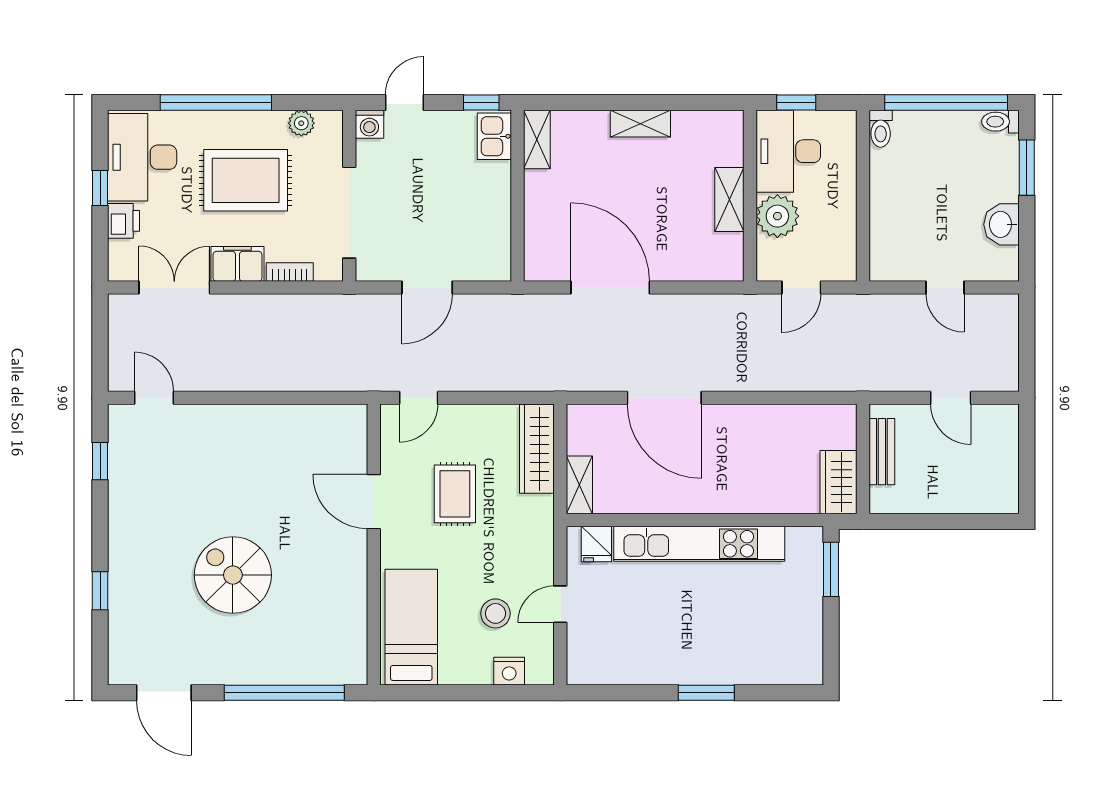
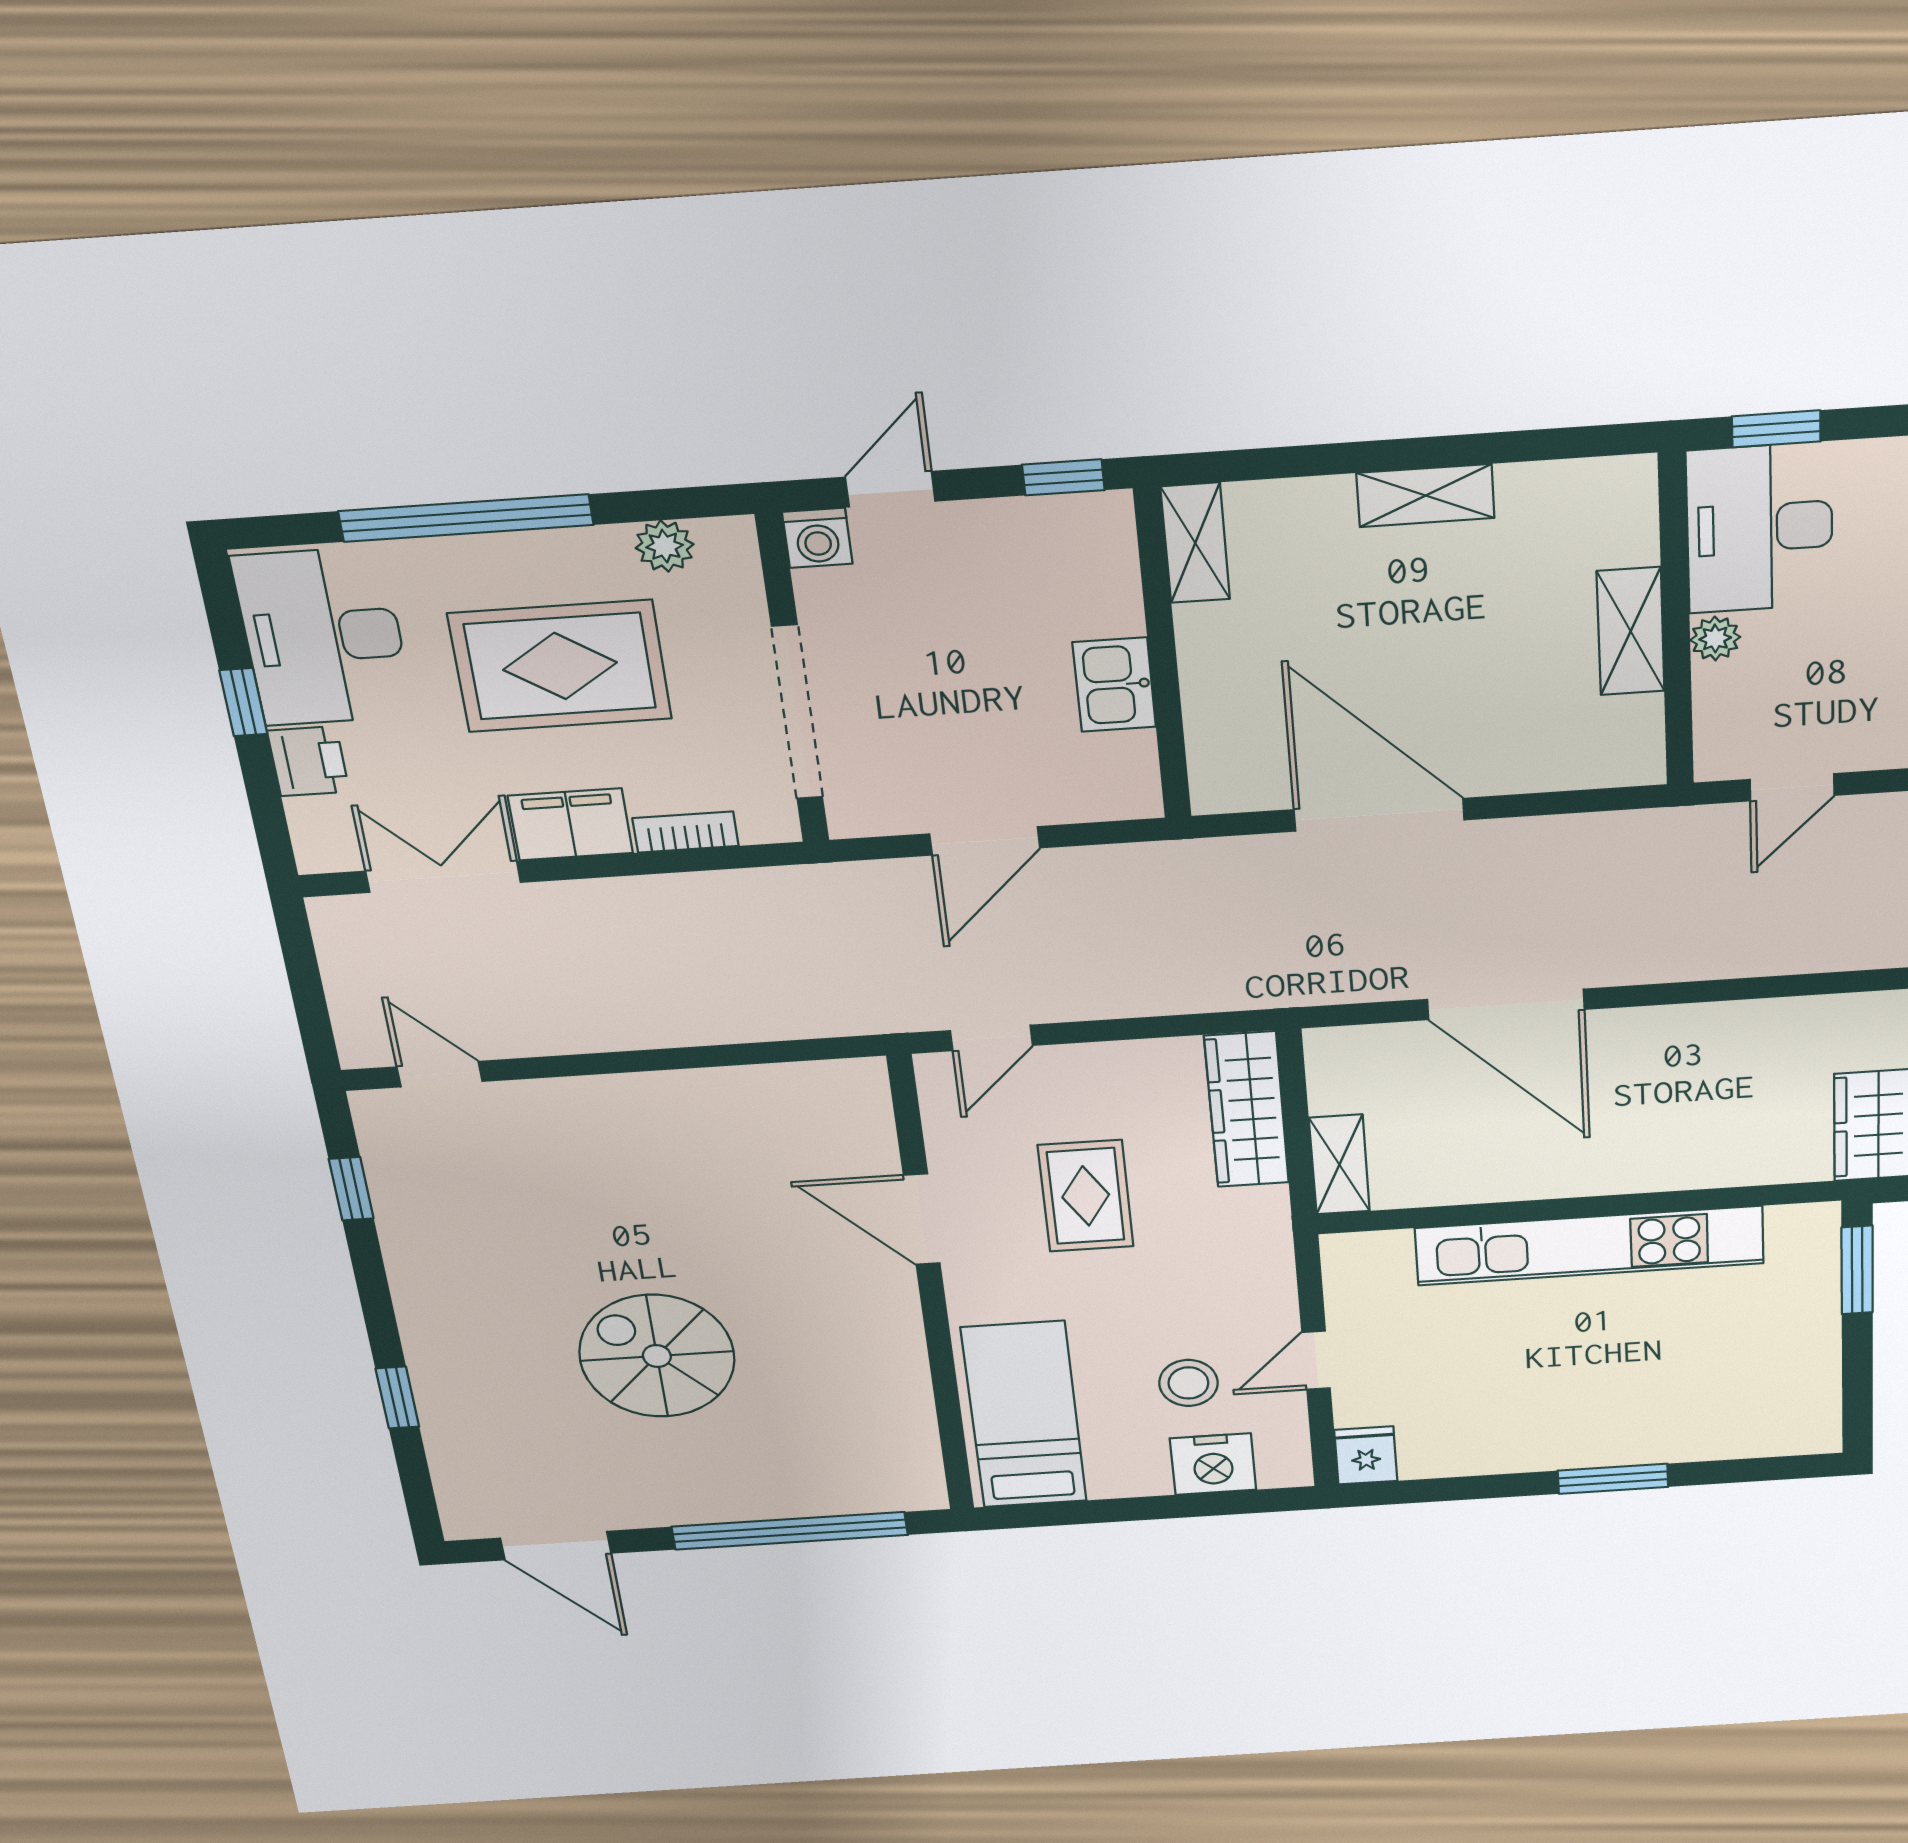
kitchen sink: (494, 136) -> (1114, 685), moved
plant: (777, 216) -> (1715, 638), width x0.53, depth x0.53
fridge: (596, 544) -> (1366, 1455), moved, turned 180
nightstand: (509, 671) -> (1213, 1464), width x1.36, depth x1.33

